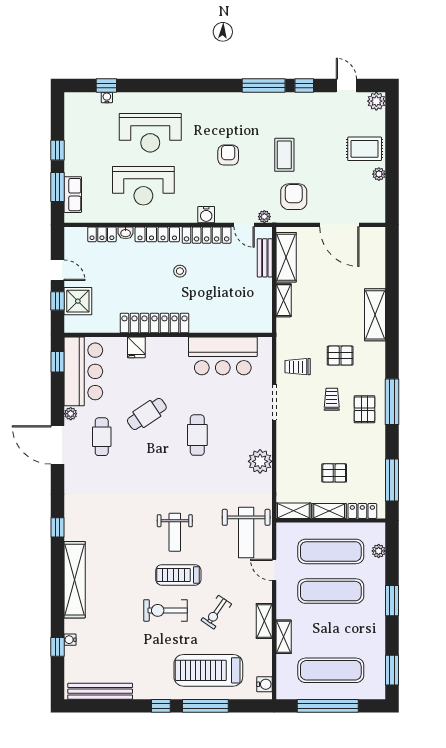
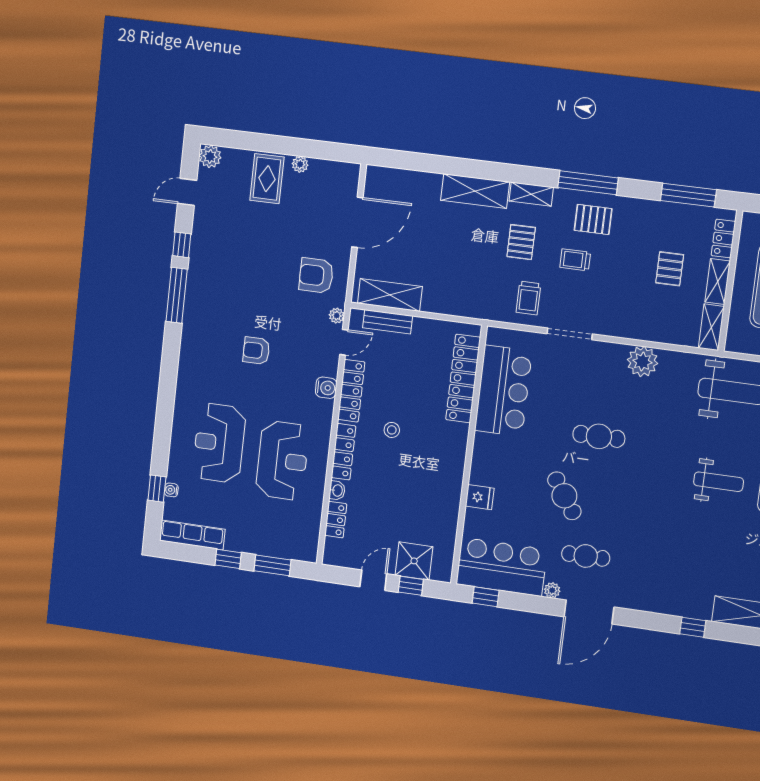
reception desk: (150, 133) -> (219, 443), turned 180
coffee table: (284, 155) -> (264, 281), removed
row of seats: (73, 195) -> (192, 535), moved, width x1.48
shelving: (284, 300) -> (531, 194), moved
locker: (154, 323) -> (463, 379), moved

